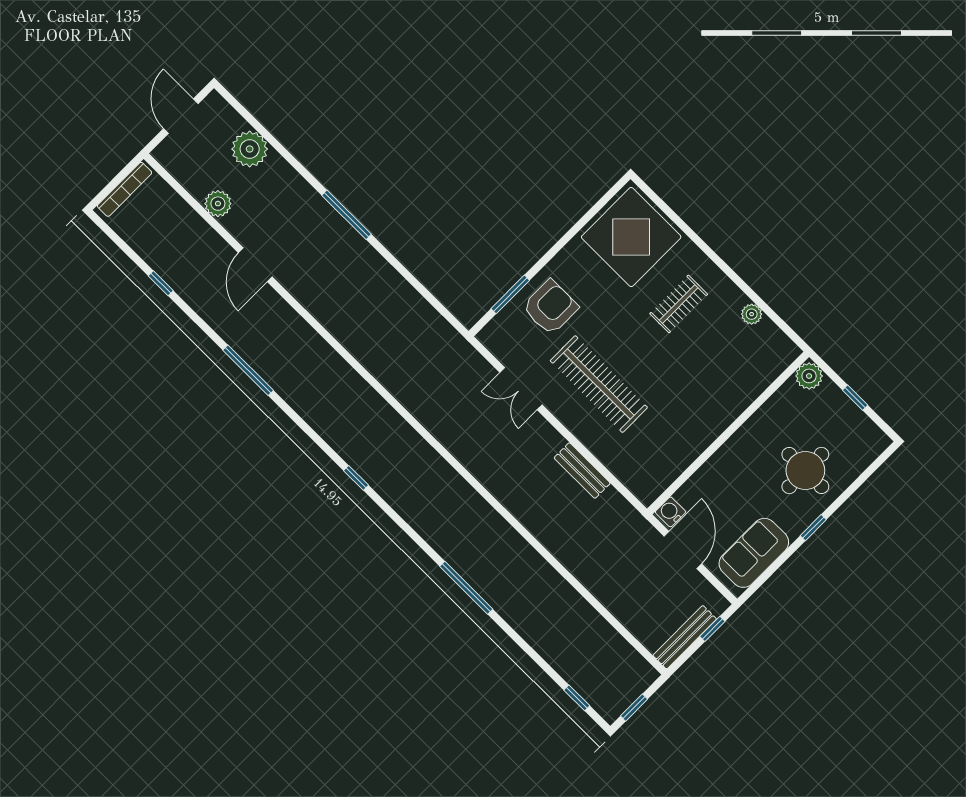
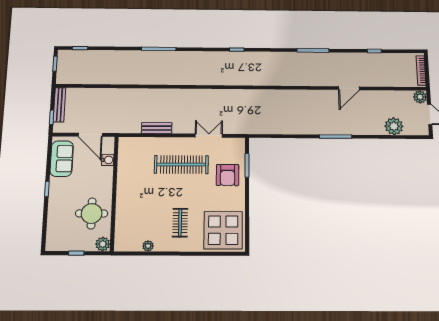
plant: (218, 204) -> (420, 97), moved
door: (255, 265) -> (349, 88), swing flipped
round table: (805, 470) -> (92, 213), moved
water cooler: (670, 512) -> (108, 160), moved

